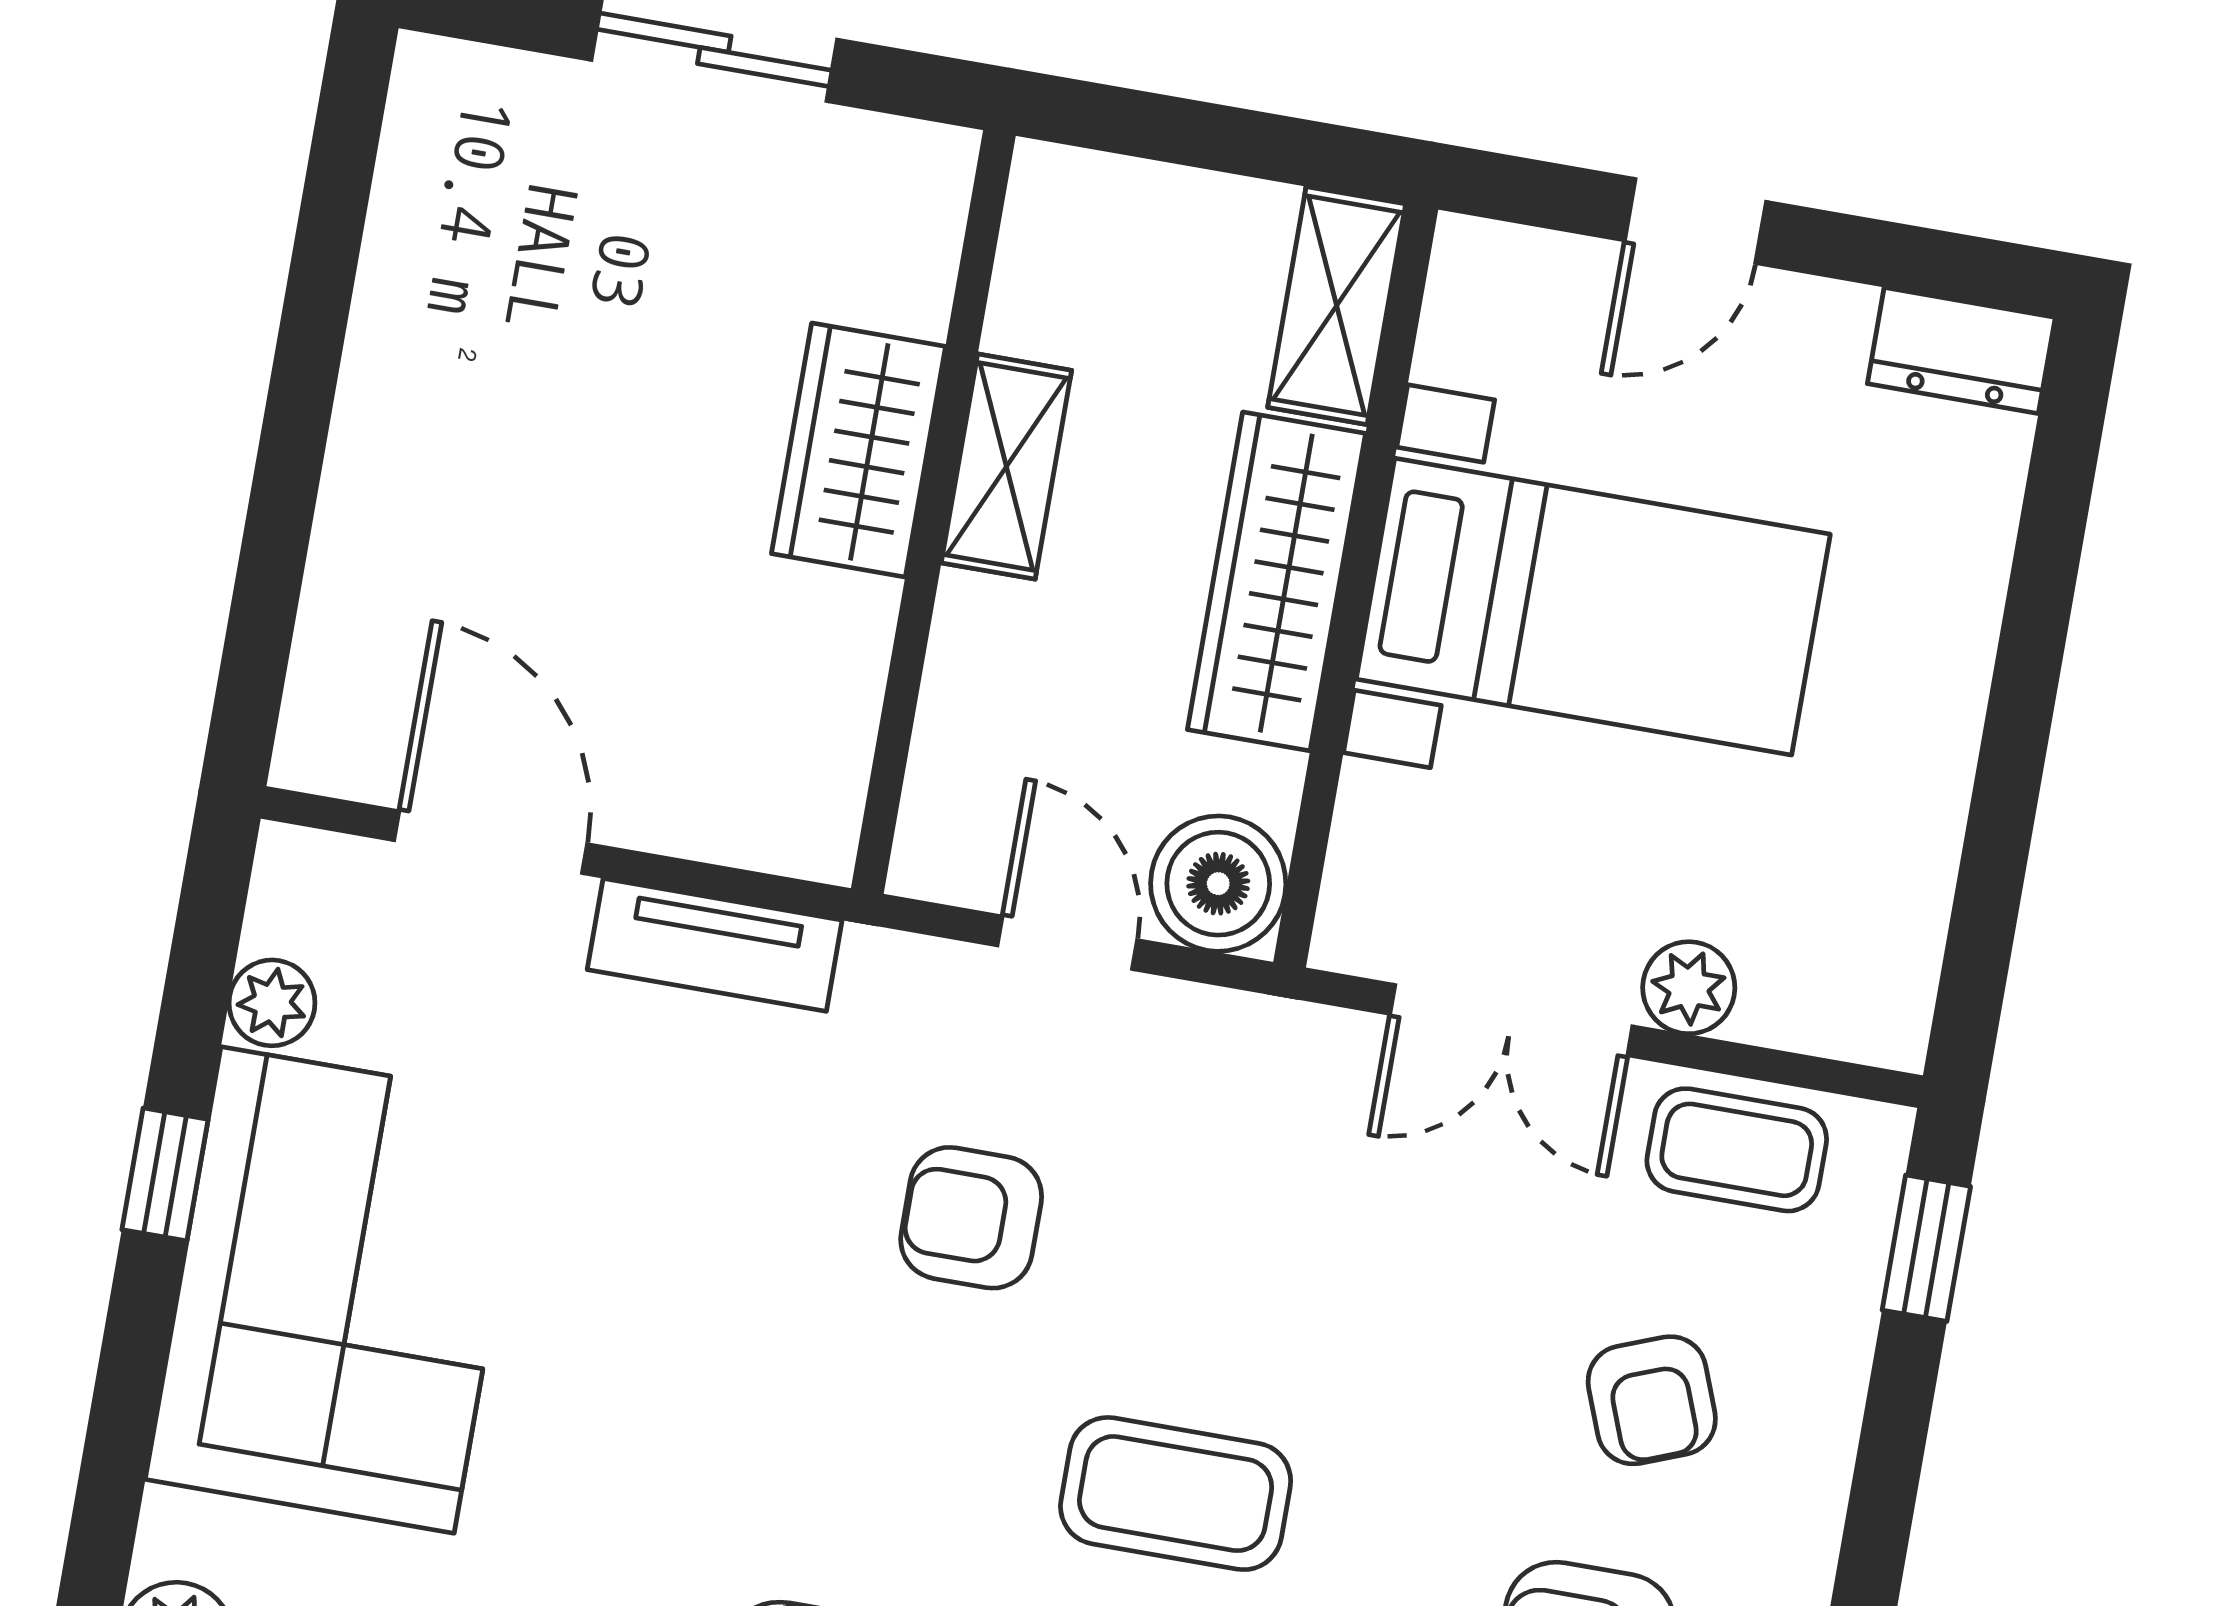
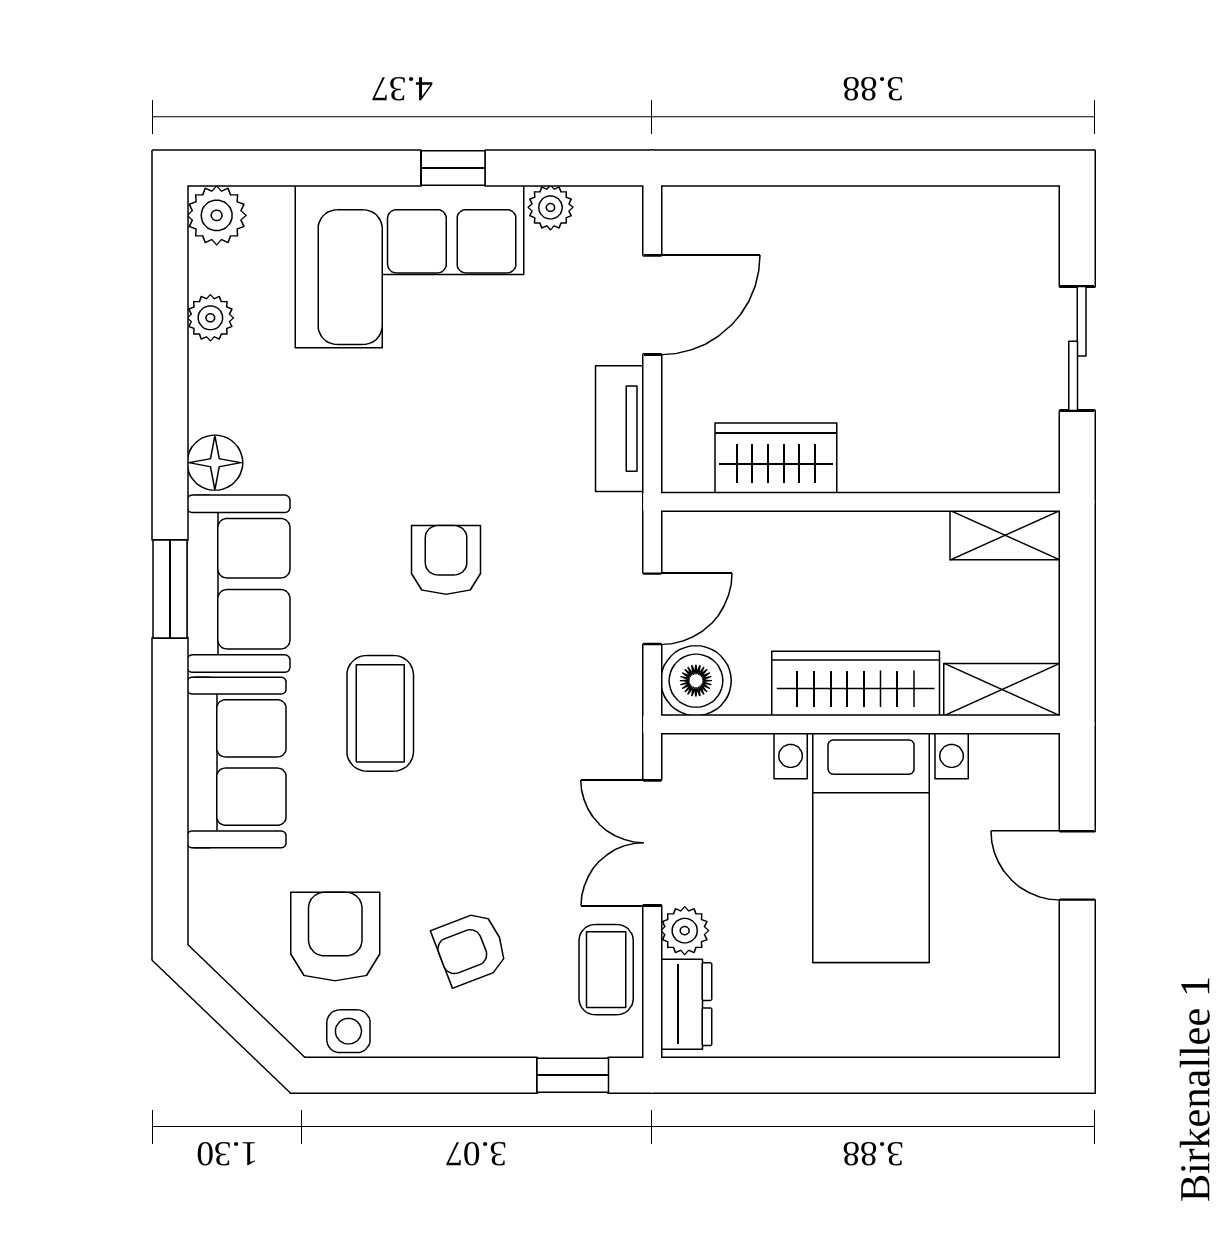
dresser: (1961, 351) -> (686, 1004), moved, turned 180
wardrobe: (858, 450) -> (776, 458), moved
shelving: (1006, 467) -> (1005, 535), moved
armchair: (971, 1218) -> (446, 560), moved

